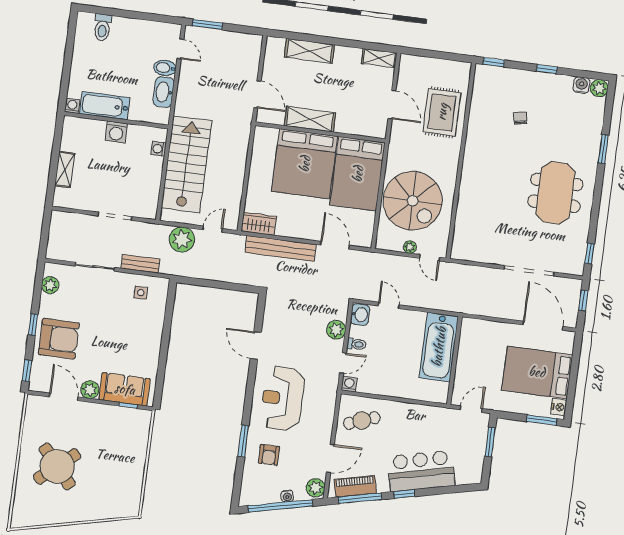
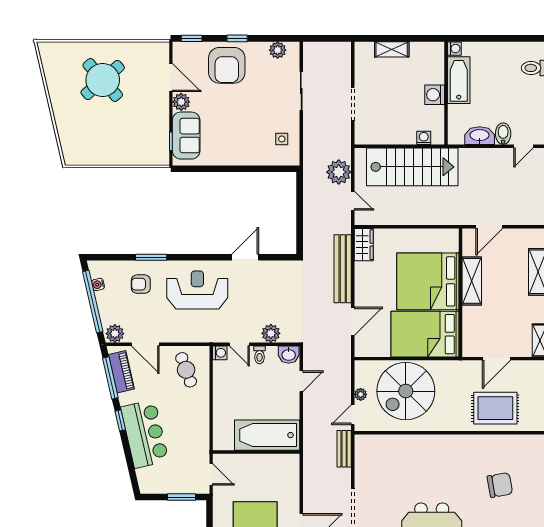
chair: (520, 118) -> (500, 485), width x1.87, depth x1.87
bench: (140, 264) -> (344, 449), moved
door: (64, 397) -> (171, 77), hinge flipped
water cooler: (287, 496) -> (98, 284), moved

